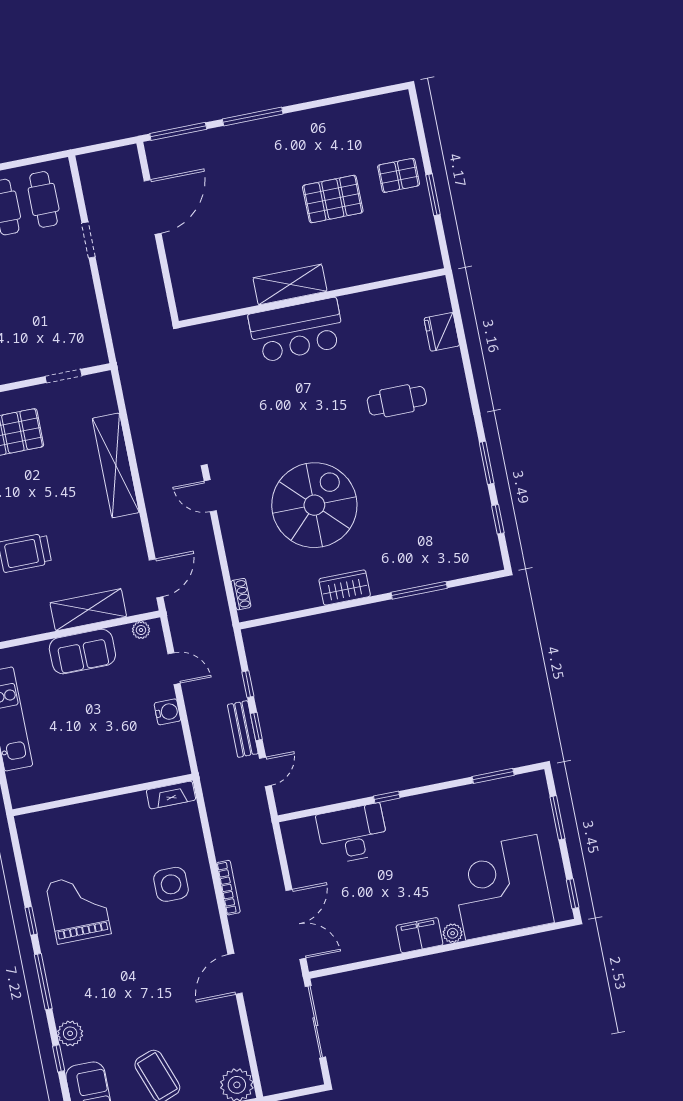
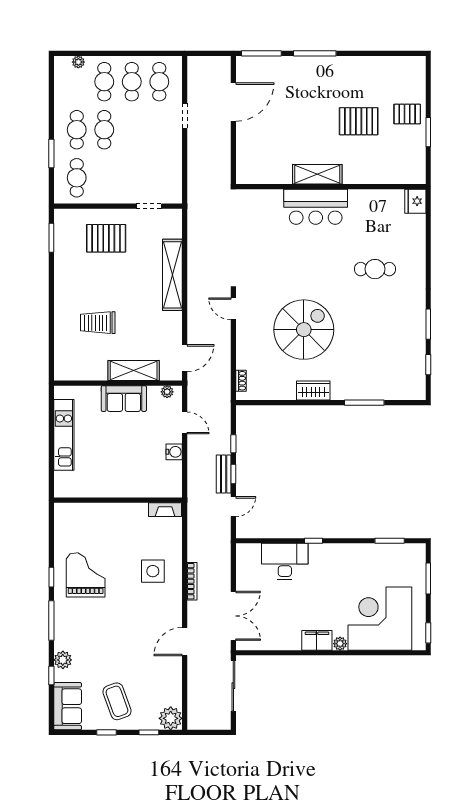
fridge: (442, 332) -> (415, 201), moved

